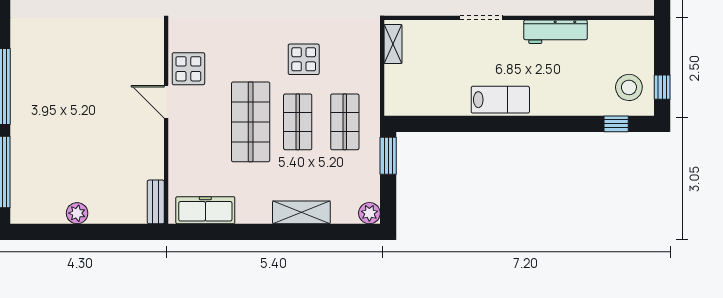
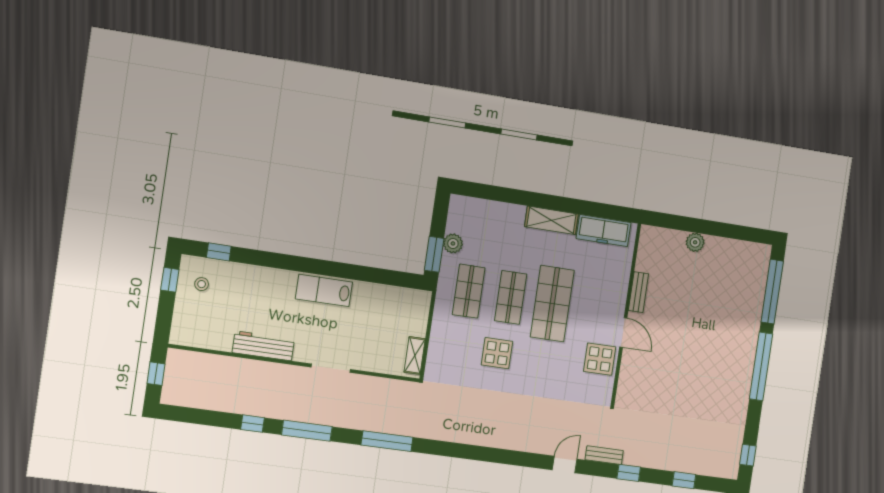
stool: (629, 87) -> (202, 284), width x0.53, depth x0.53
bench: (156, 202) -> (638, 292), moved
shelving: (301, 212) -> (551, 220), moved
plant: (77, 213) -> (695, 242), moved
plant: (369, 213) -> (453, 243), moved

